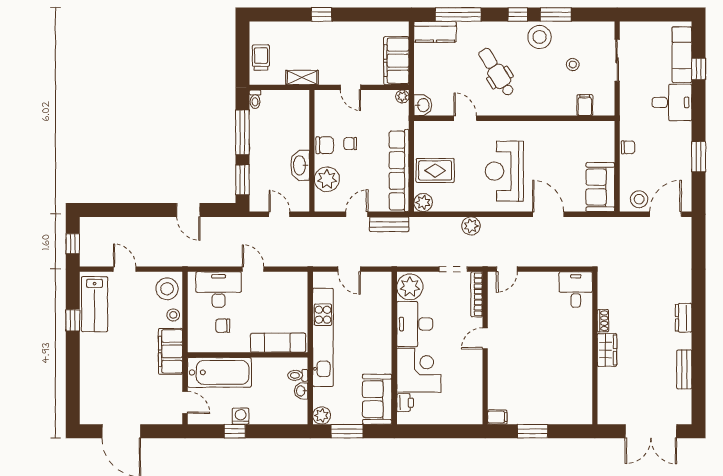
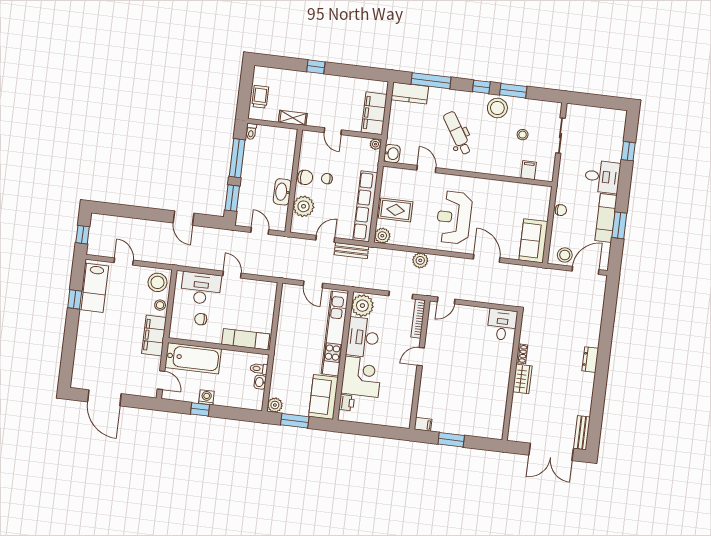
exam couch: (682, 55) -> (606, 218), moved
kitchen unit: (323, 337) -> (335, 333), moved, turned 180
bench: (684, 369) -> (582, 433), moved

